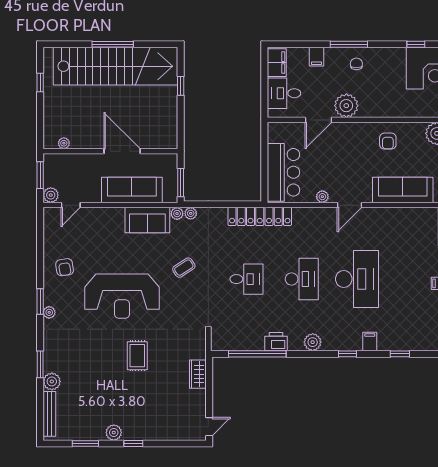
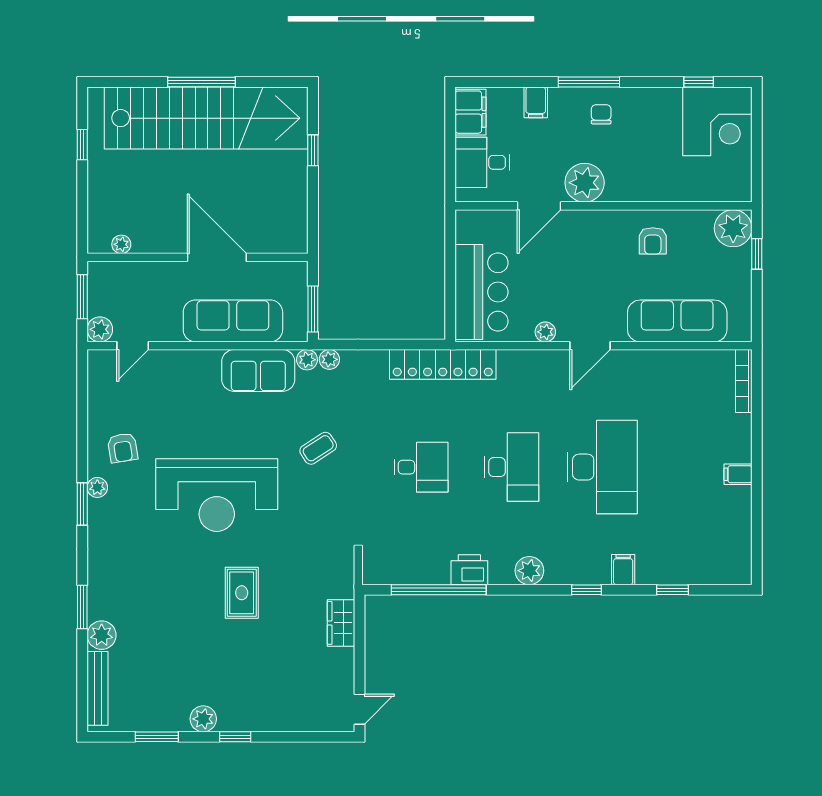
plant: (49, 312) -> (97, 487), moved

